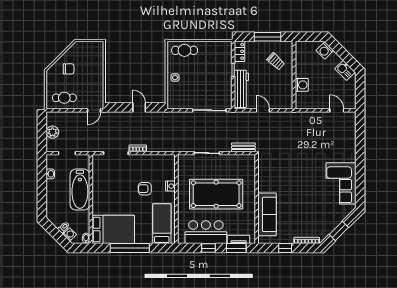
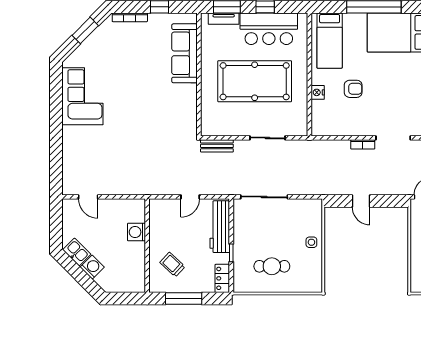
cafe table: (185, 50) -> (272, 266), moved
washing machine: (325, 50) -> (92, 267), moved
door: (263, 110) -> (190, 197), hinge flipped

